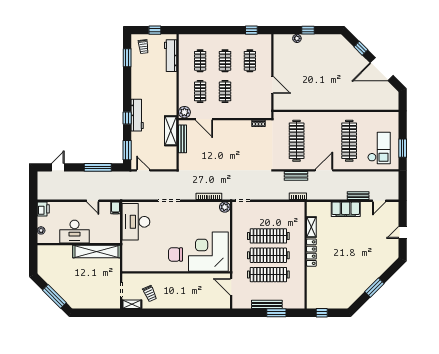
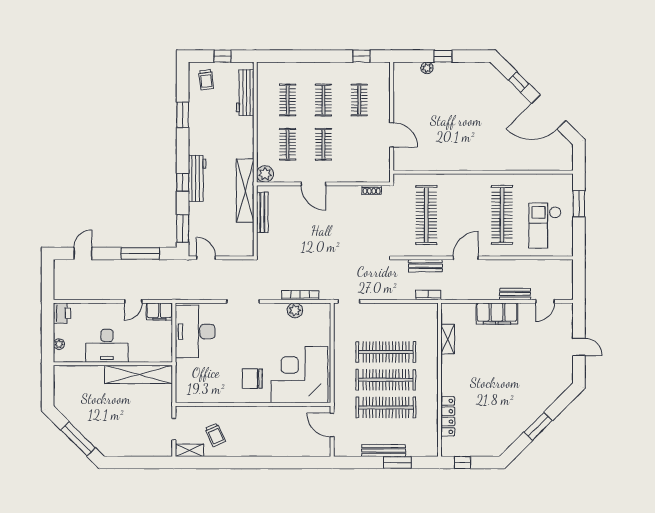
window: (127, 58) -> (183, 115), moved
door: (204, 119) -> (313, 184), moved
shelving: (171, 131) -> (245, 191), width x1.47
checkout: (379, 148) -> (545, 226), turned 180
window: (403, 148) -> (579, 204), moved
door: (93, 201) -> (133, 301), hinge flipped
plant: (225, 207) -> (295, 310), moved
filing cabinet: (116, 208) -> (159, 312), width x2.00
door: (403, 232) -> (579, 347), swing flipped
locker: (311, 253) -> (448, 416), moved

